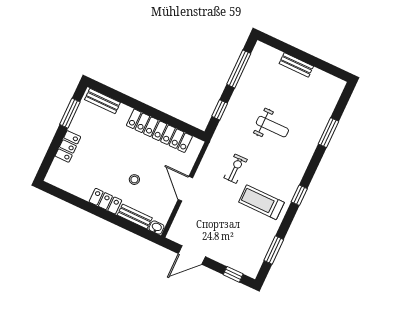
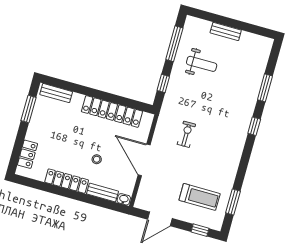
weight bench: (272, 127) -> (202, 64), moved
locker: (68, 146) -> (28, 154), moved
door: (185, 189) -> (144, 160), width x1.36
window: (299, 195) -> (254, 126), moved
locker: (105, 201) -> (67, 181), width x1.53
treadmill: (261, 202) -> (200, 197), moved, turned 180

